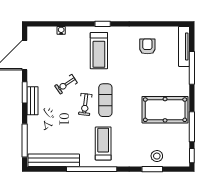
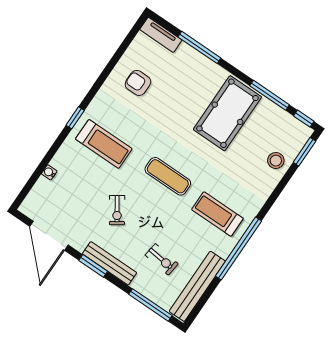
tv unit: (184, 46) -> (161, 35), width x0.71
bench: (33, 101) -> (109, 263), width x1.36
exercise bike: (85, 104) -> (162, 259), moved
window: (152, 169) -> (304, 152), moved

